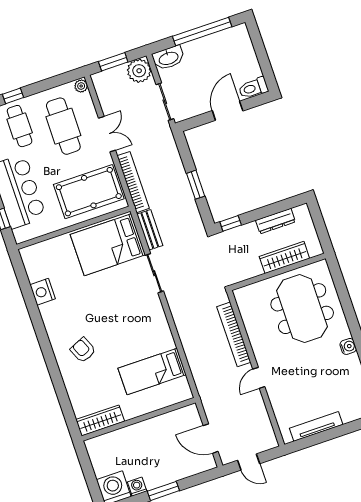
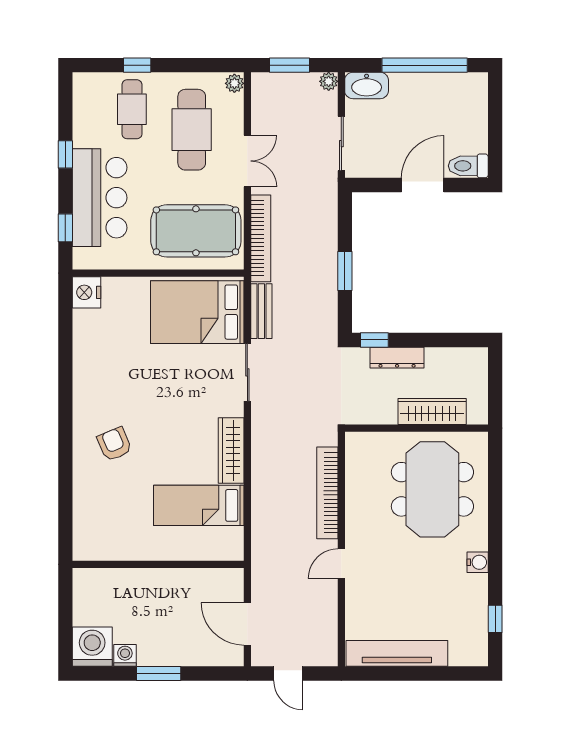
plant: (139, 71) -> (329, 81), width x0.53, depth x0.53
dresser: (275, 221) -> (397, 358), moved
nightstand: (43, 292) -> (87, 292), moved
wardrobe: (100, 420) -> (231, 450), moved, turned -90
tv unit: (316, 426) -> (397, 653), width x1.36, depth x1.29

